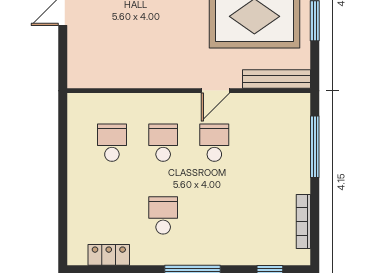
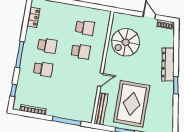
spiral stairs: (127, 52) -> (126, 42), added
door: (215, 91) -> (100, 80), swing flipped
school desk: (214, 143) -> (43, 69), moved

